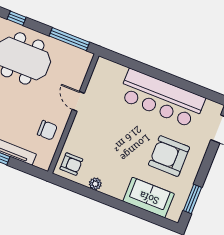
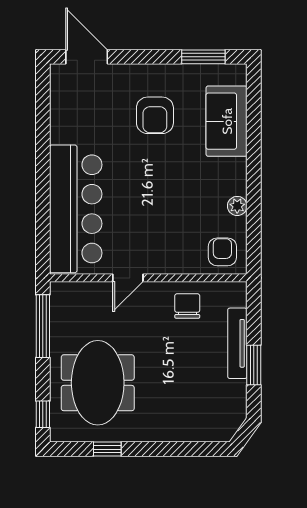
bar counter: (162, 98) -> (76, 209), moved
armchair: (169, 156) -> (155, 115), width x0.73, depth x0.73

